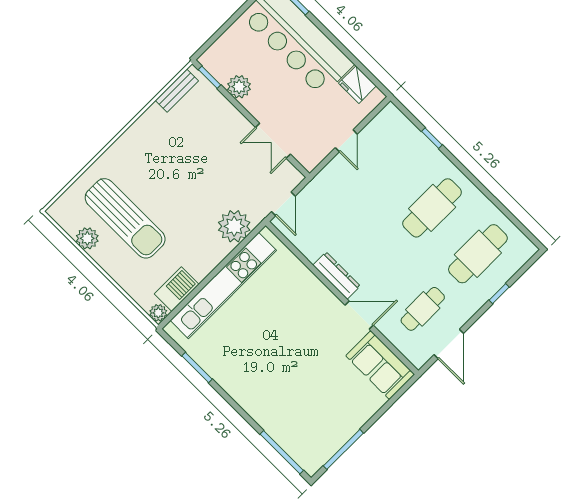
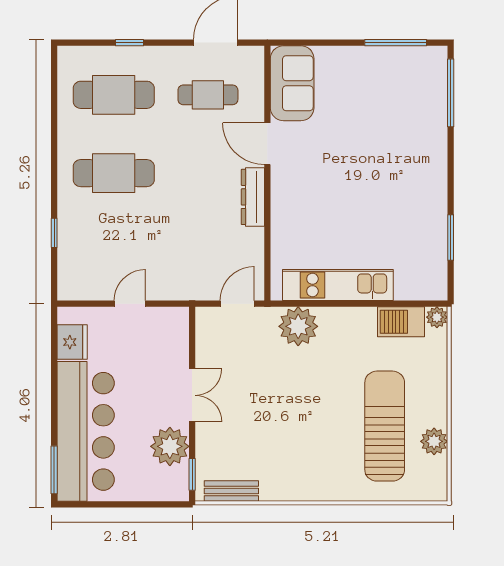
plant: (239, 87) -> (170, 446), width x1.36, depth x1.36
double door: (273, 141) -> (192, 395), moved
kitchen unit: (223, 285) -> (338, 285), width x0.73

